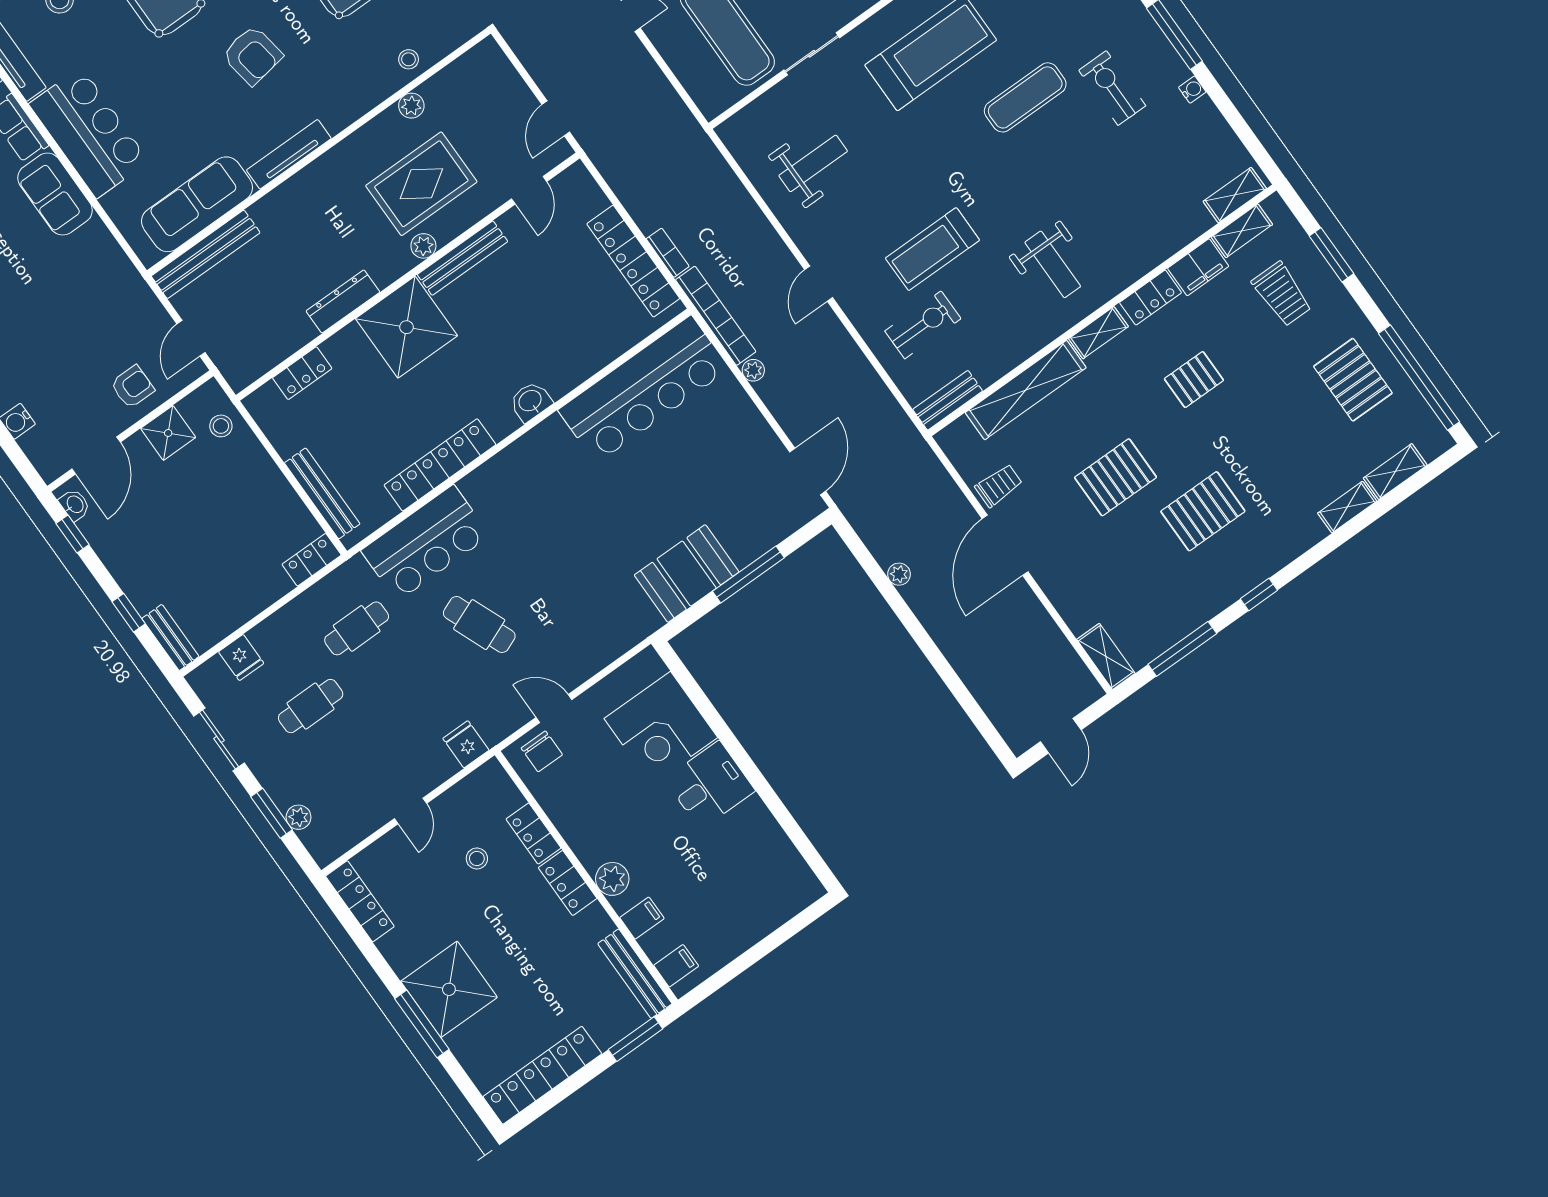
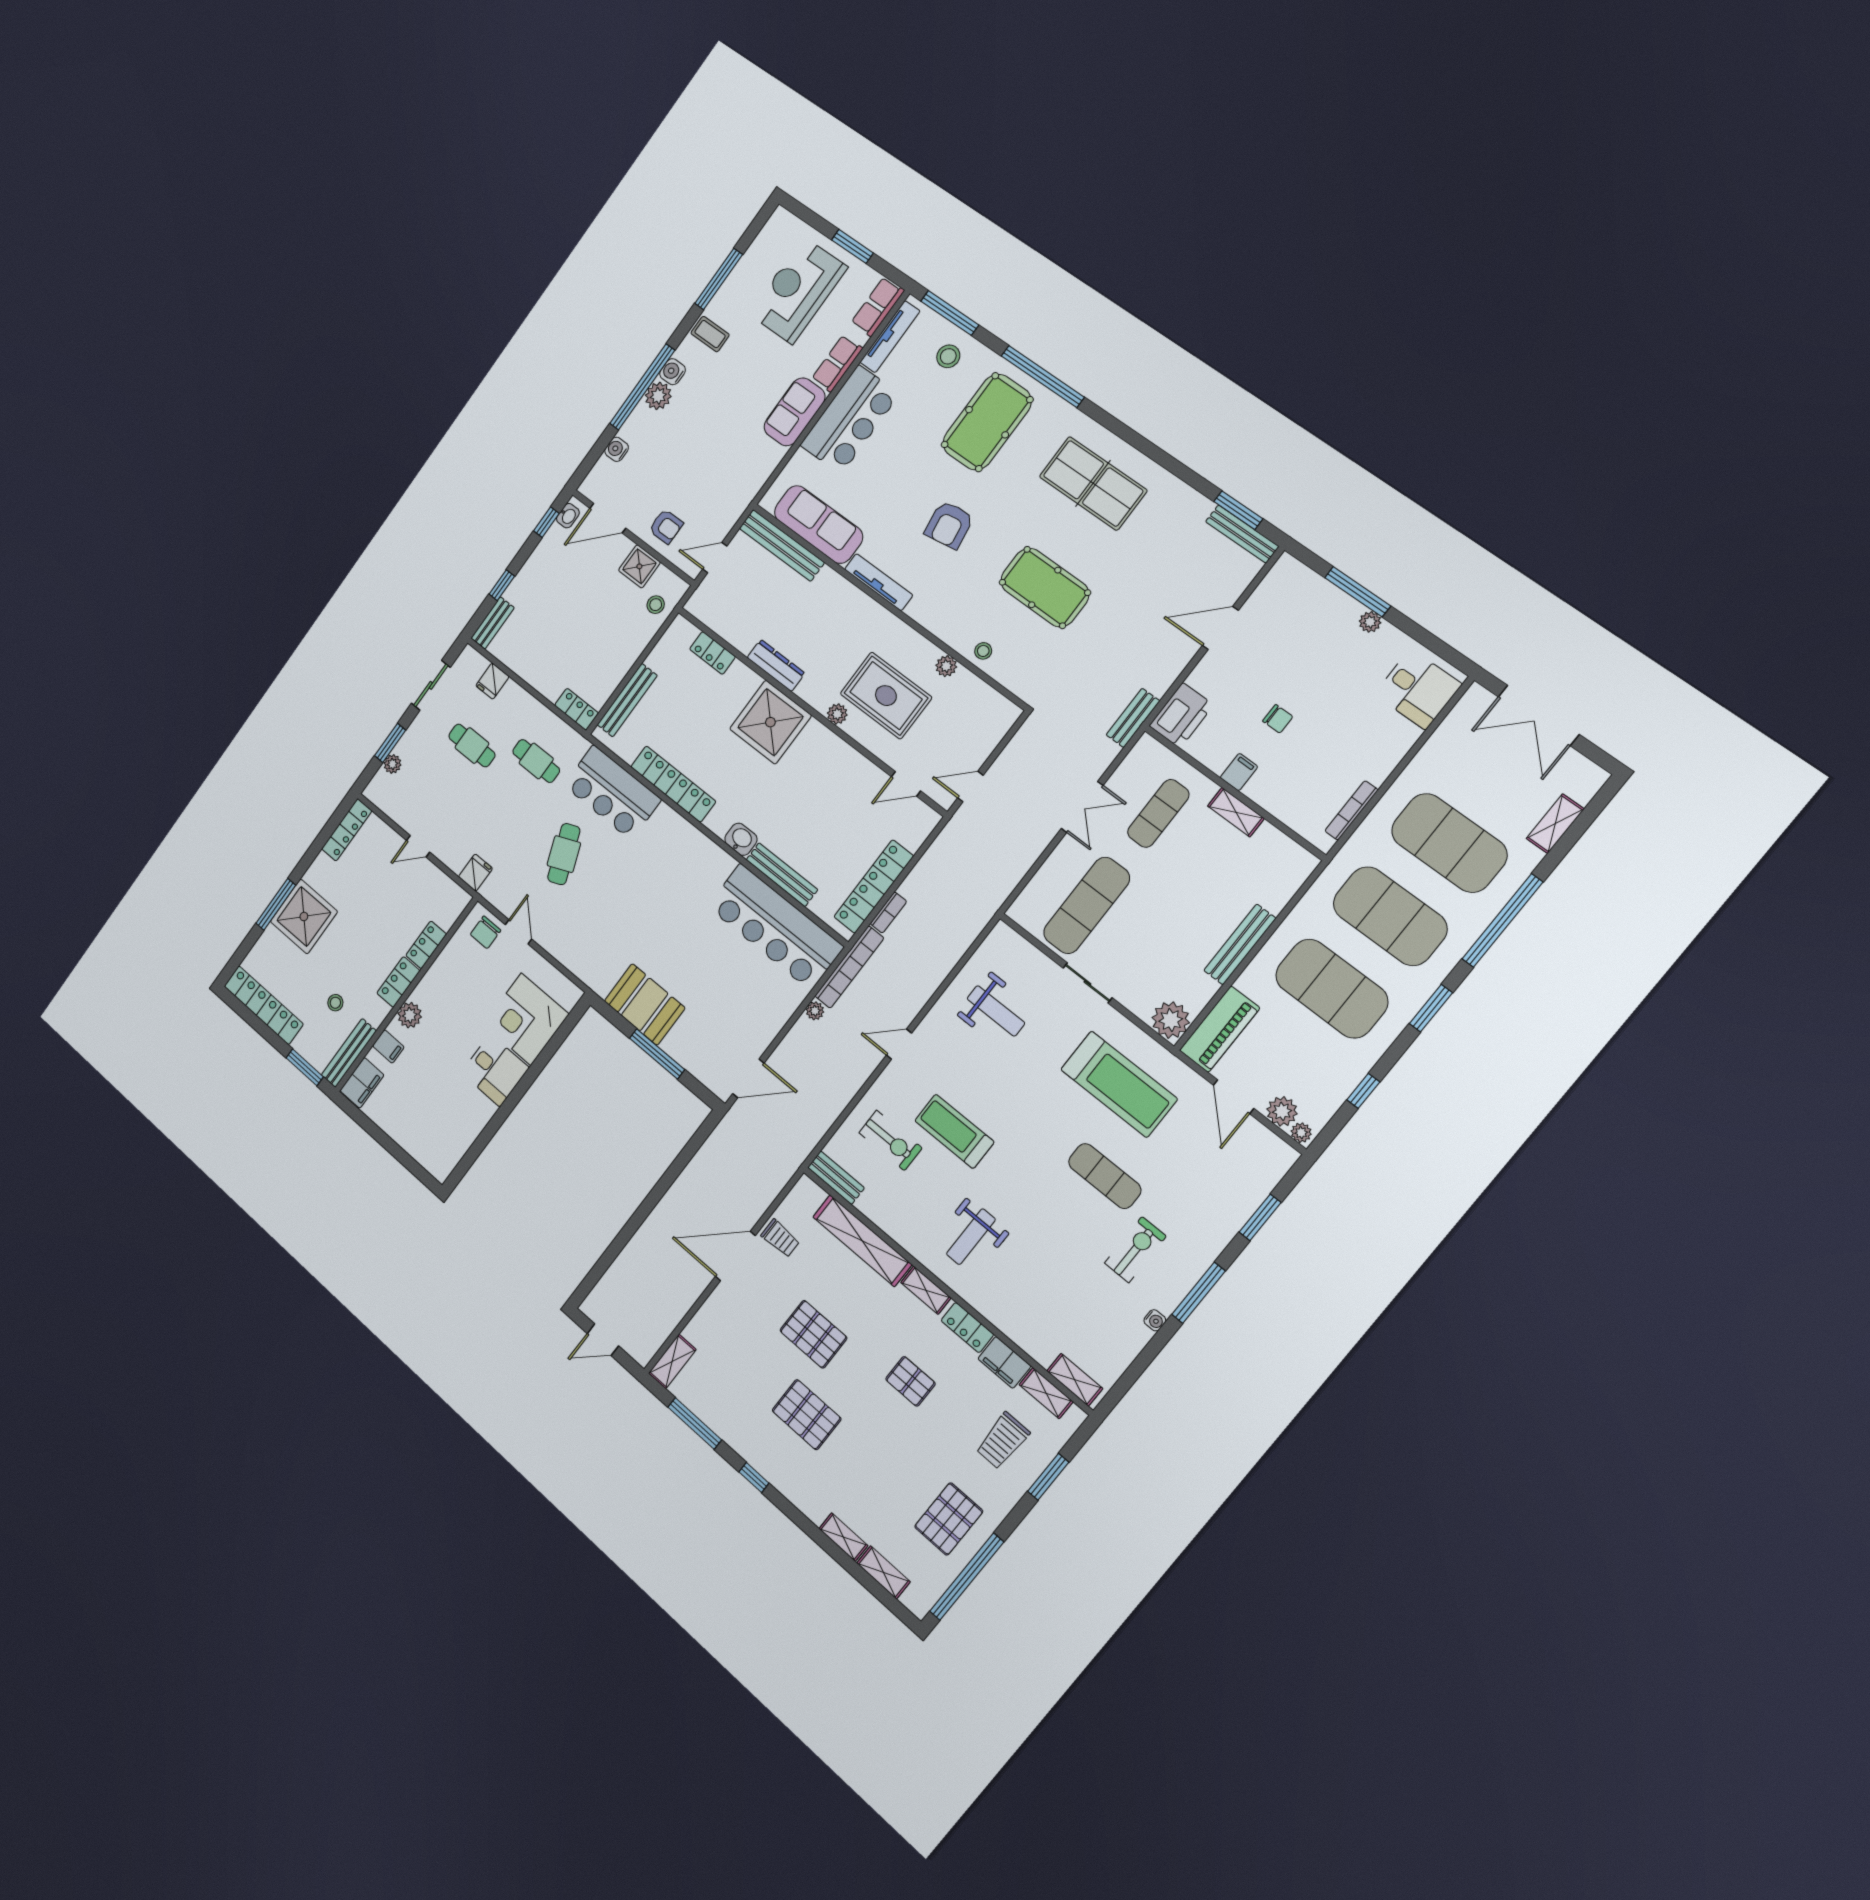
bench: (462, 258) -> (782, 875), moved
plant: (899, 574) -> (690, 1175), removed
stool: (477, 858) -> (335, 1003), moved
filing cabinet: (676, 966) -> (362, 1083), width x2.00

